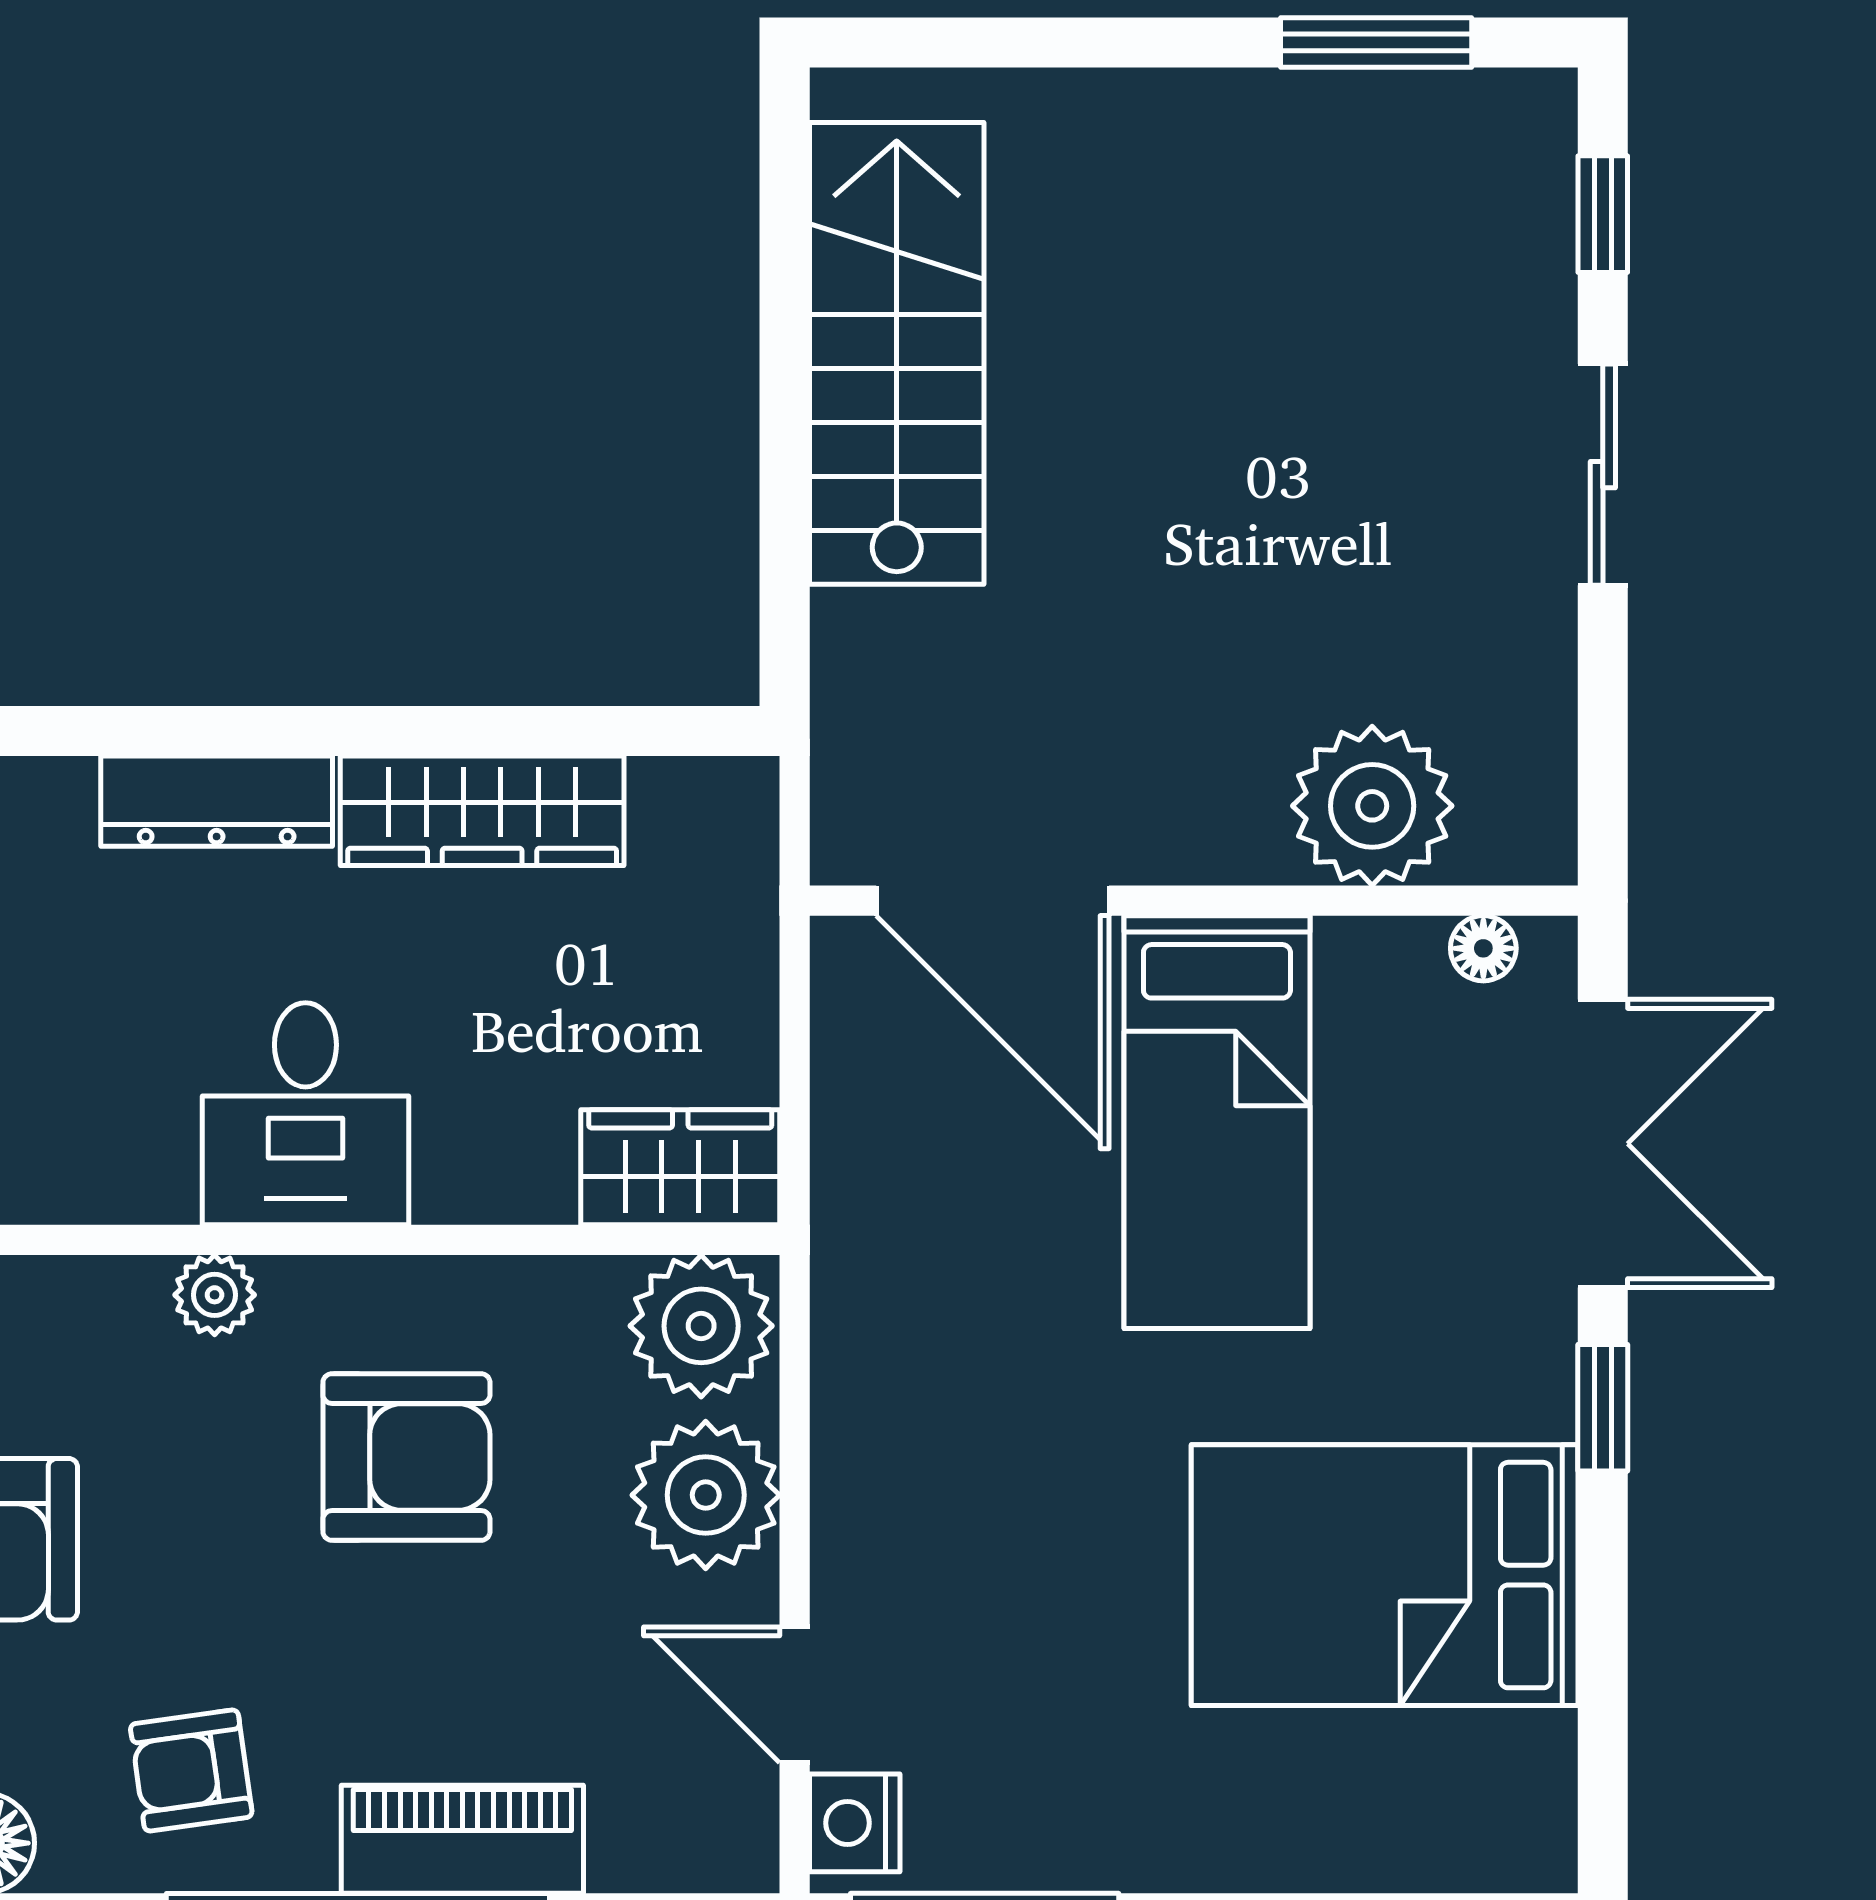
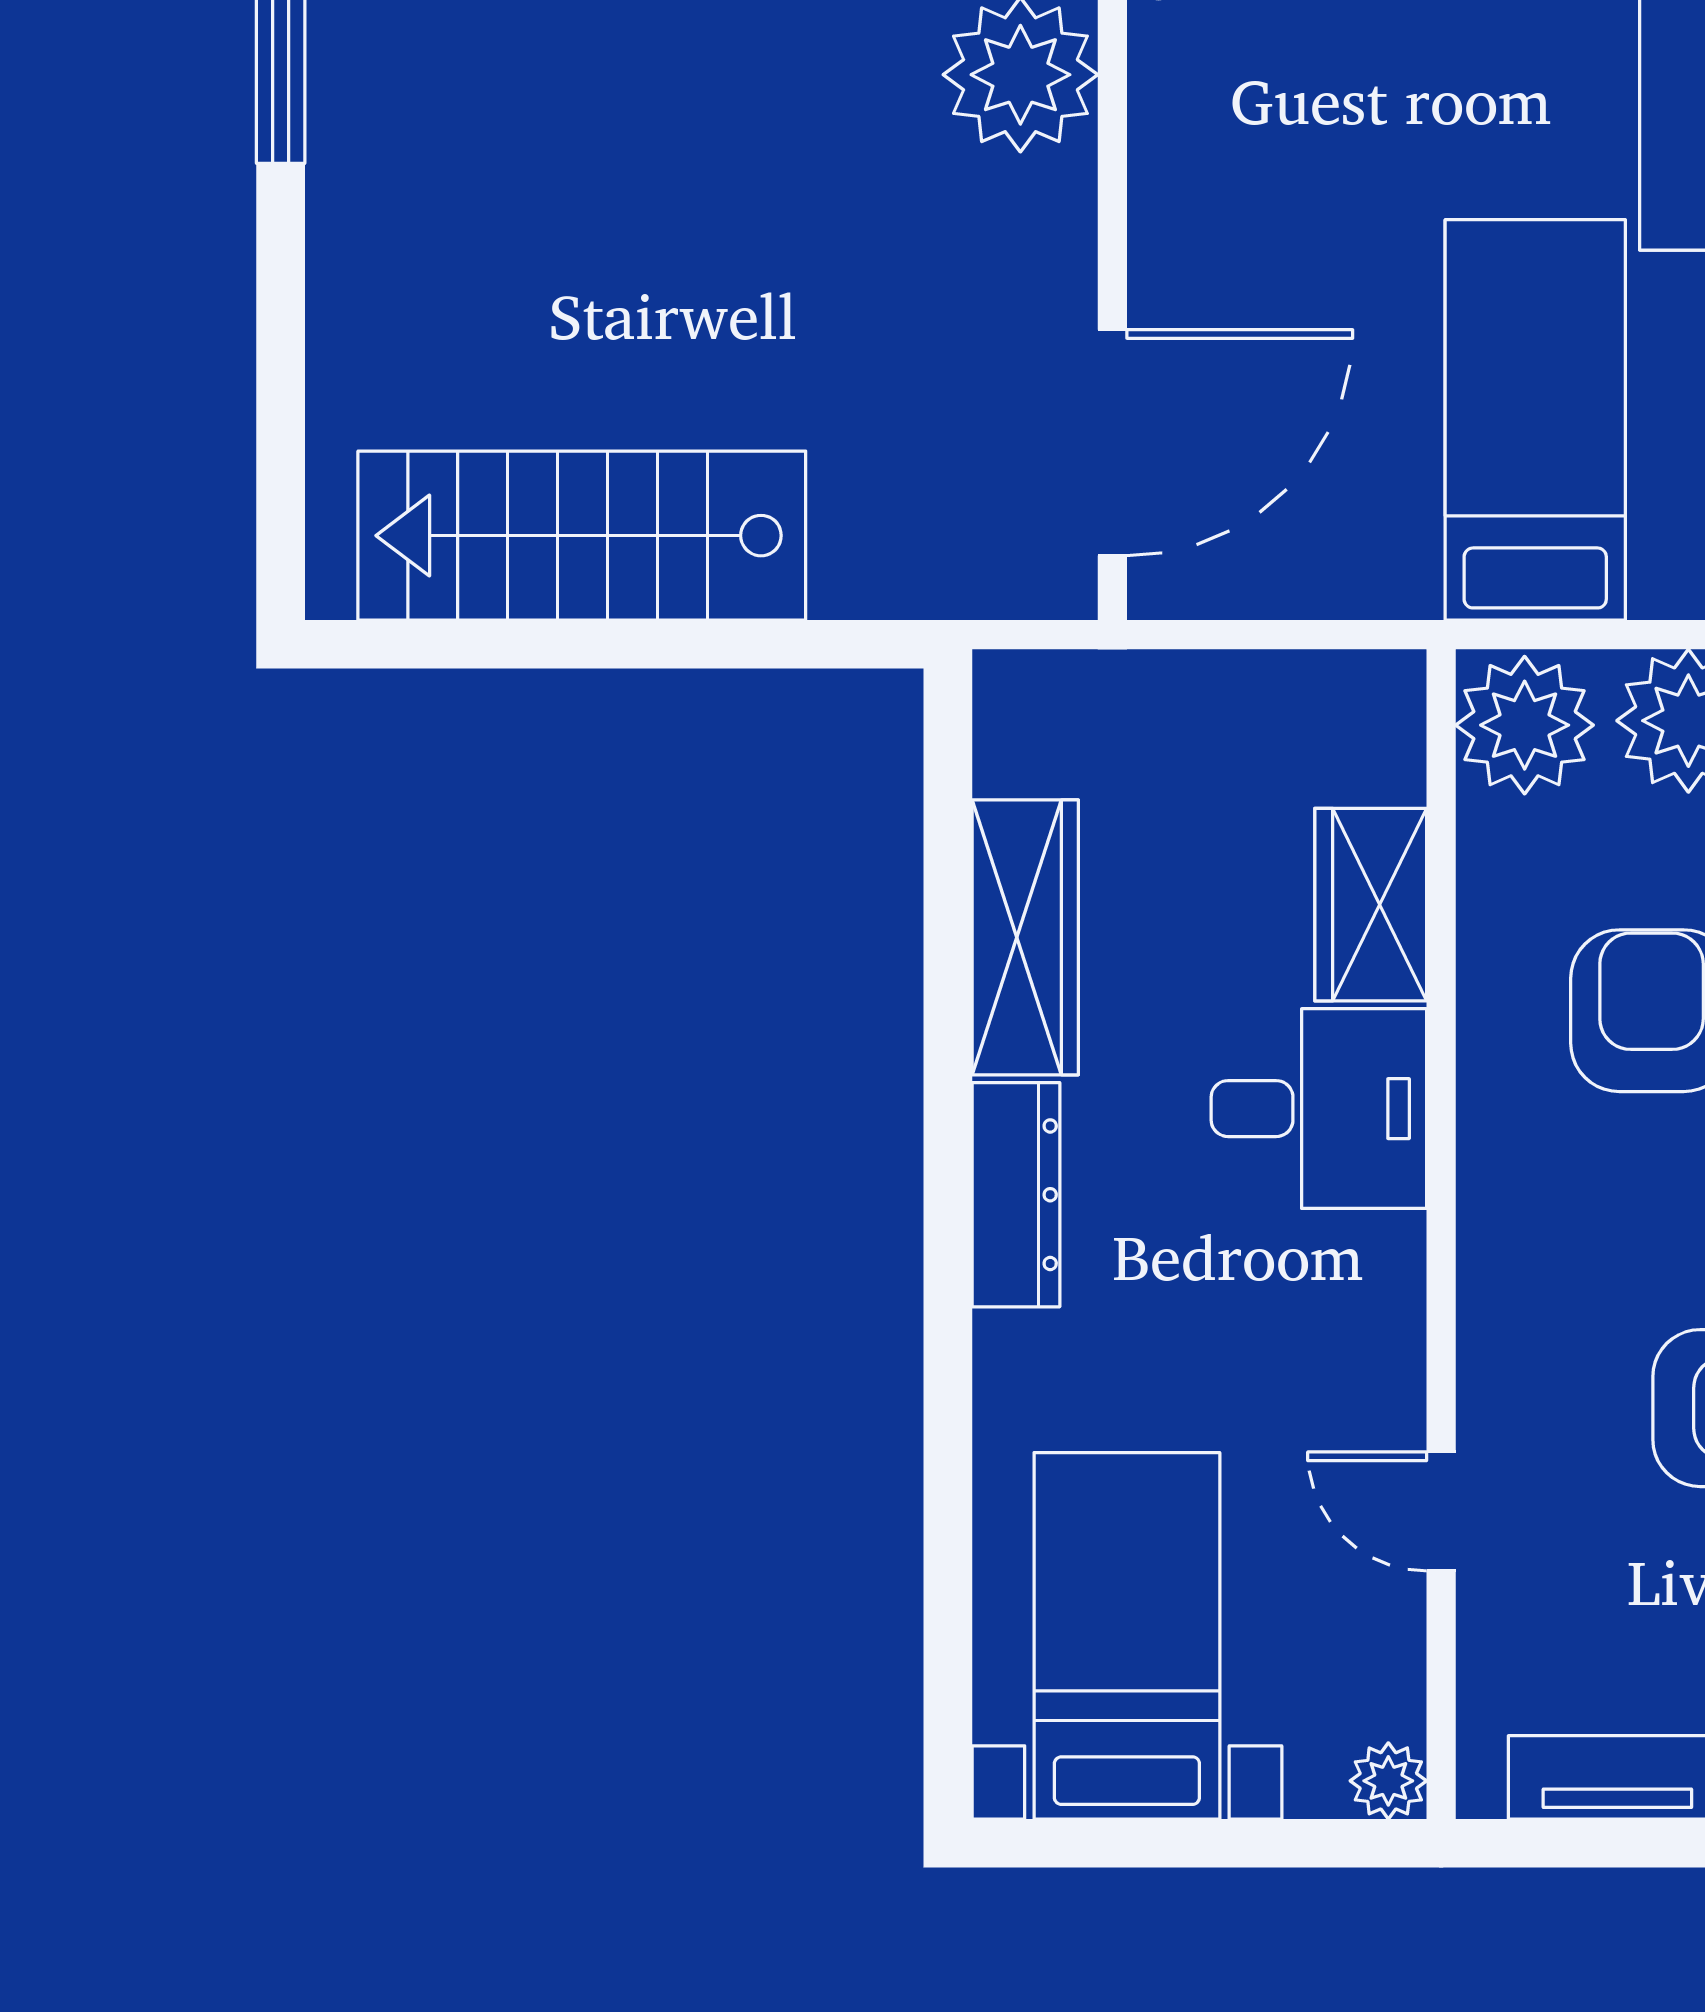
bed: (1217, 1122) -> (1535, 420), moved, turned -90
wardrobe: (680, 1167) -> (1371, 905), moved
plant: (215, 1295) -> (1494, 1197), removed

